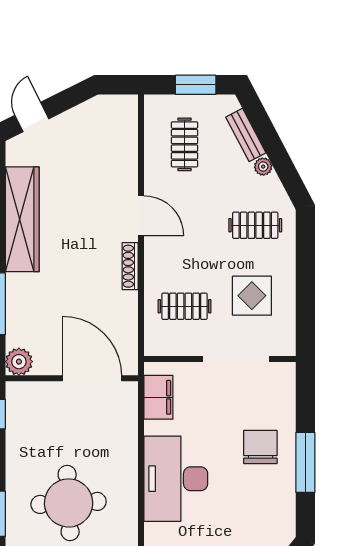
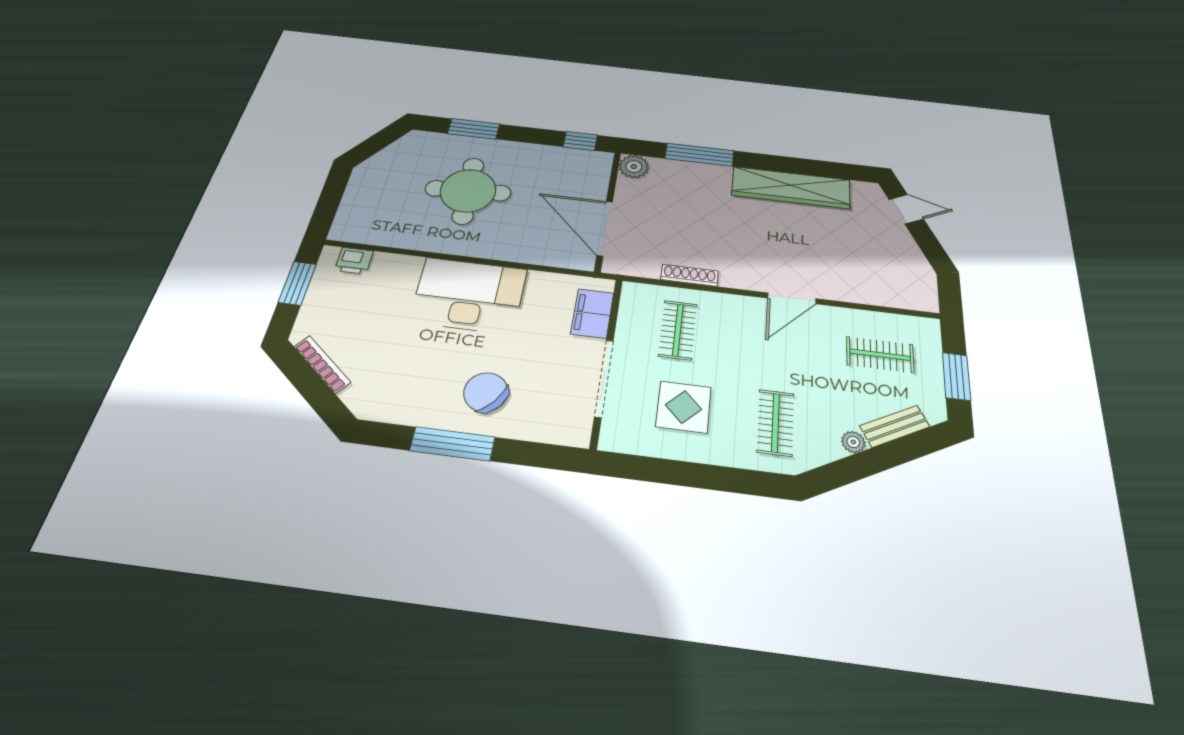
shoe rack: (130, 266) -> (689, 275), moved
door: (92, 378) -> (605, 228), swing flipped
filing cabinet: (158, 397) -> (592, 313), moved, turned 90
chair: (260, 447) -> (486, 392), turned -142

